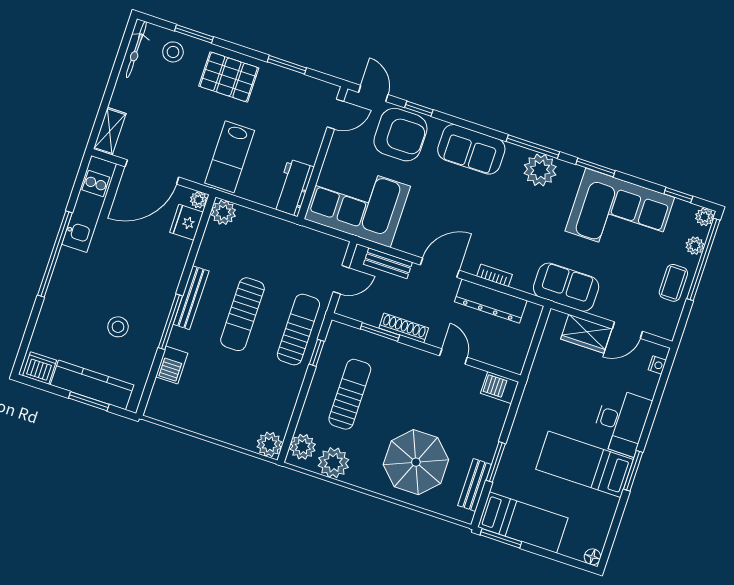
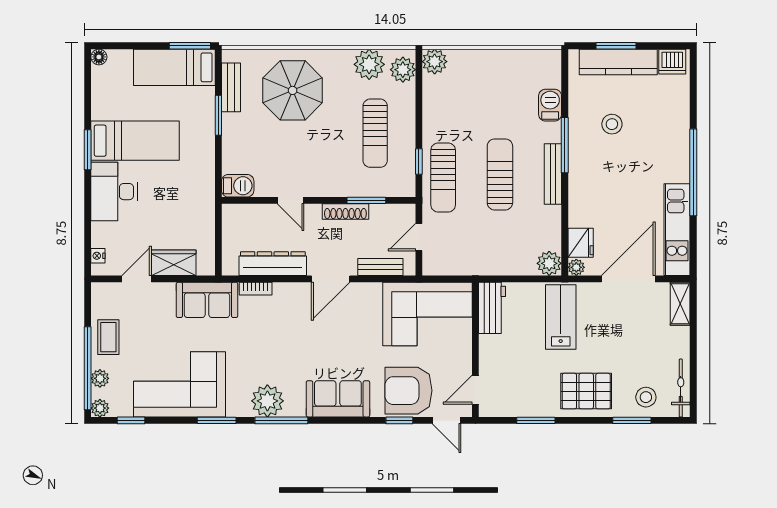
bookcase: (495, 275) -> (256, 289), moved

